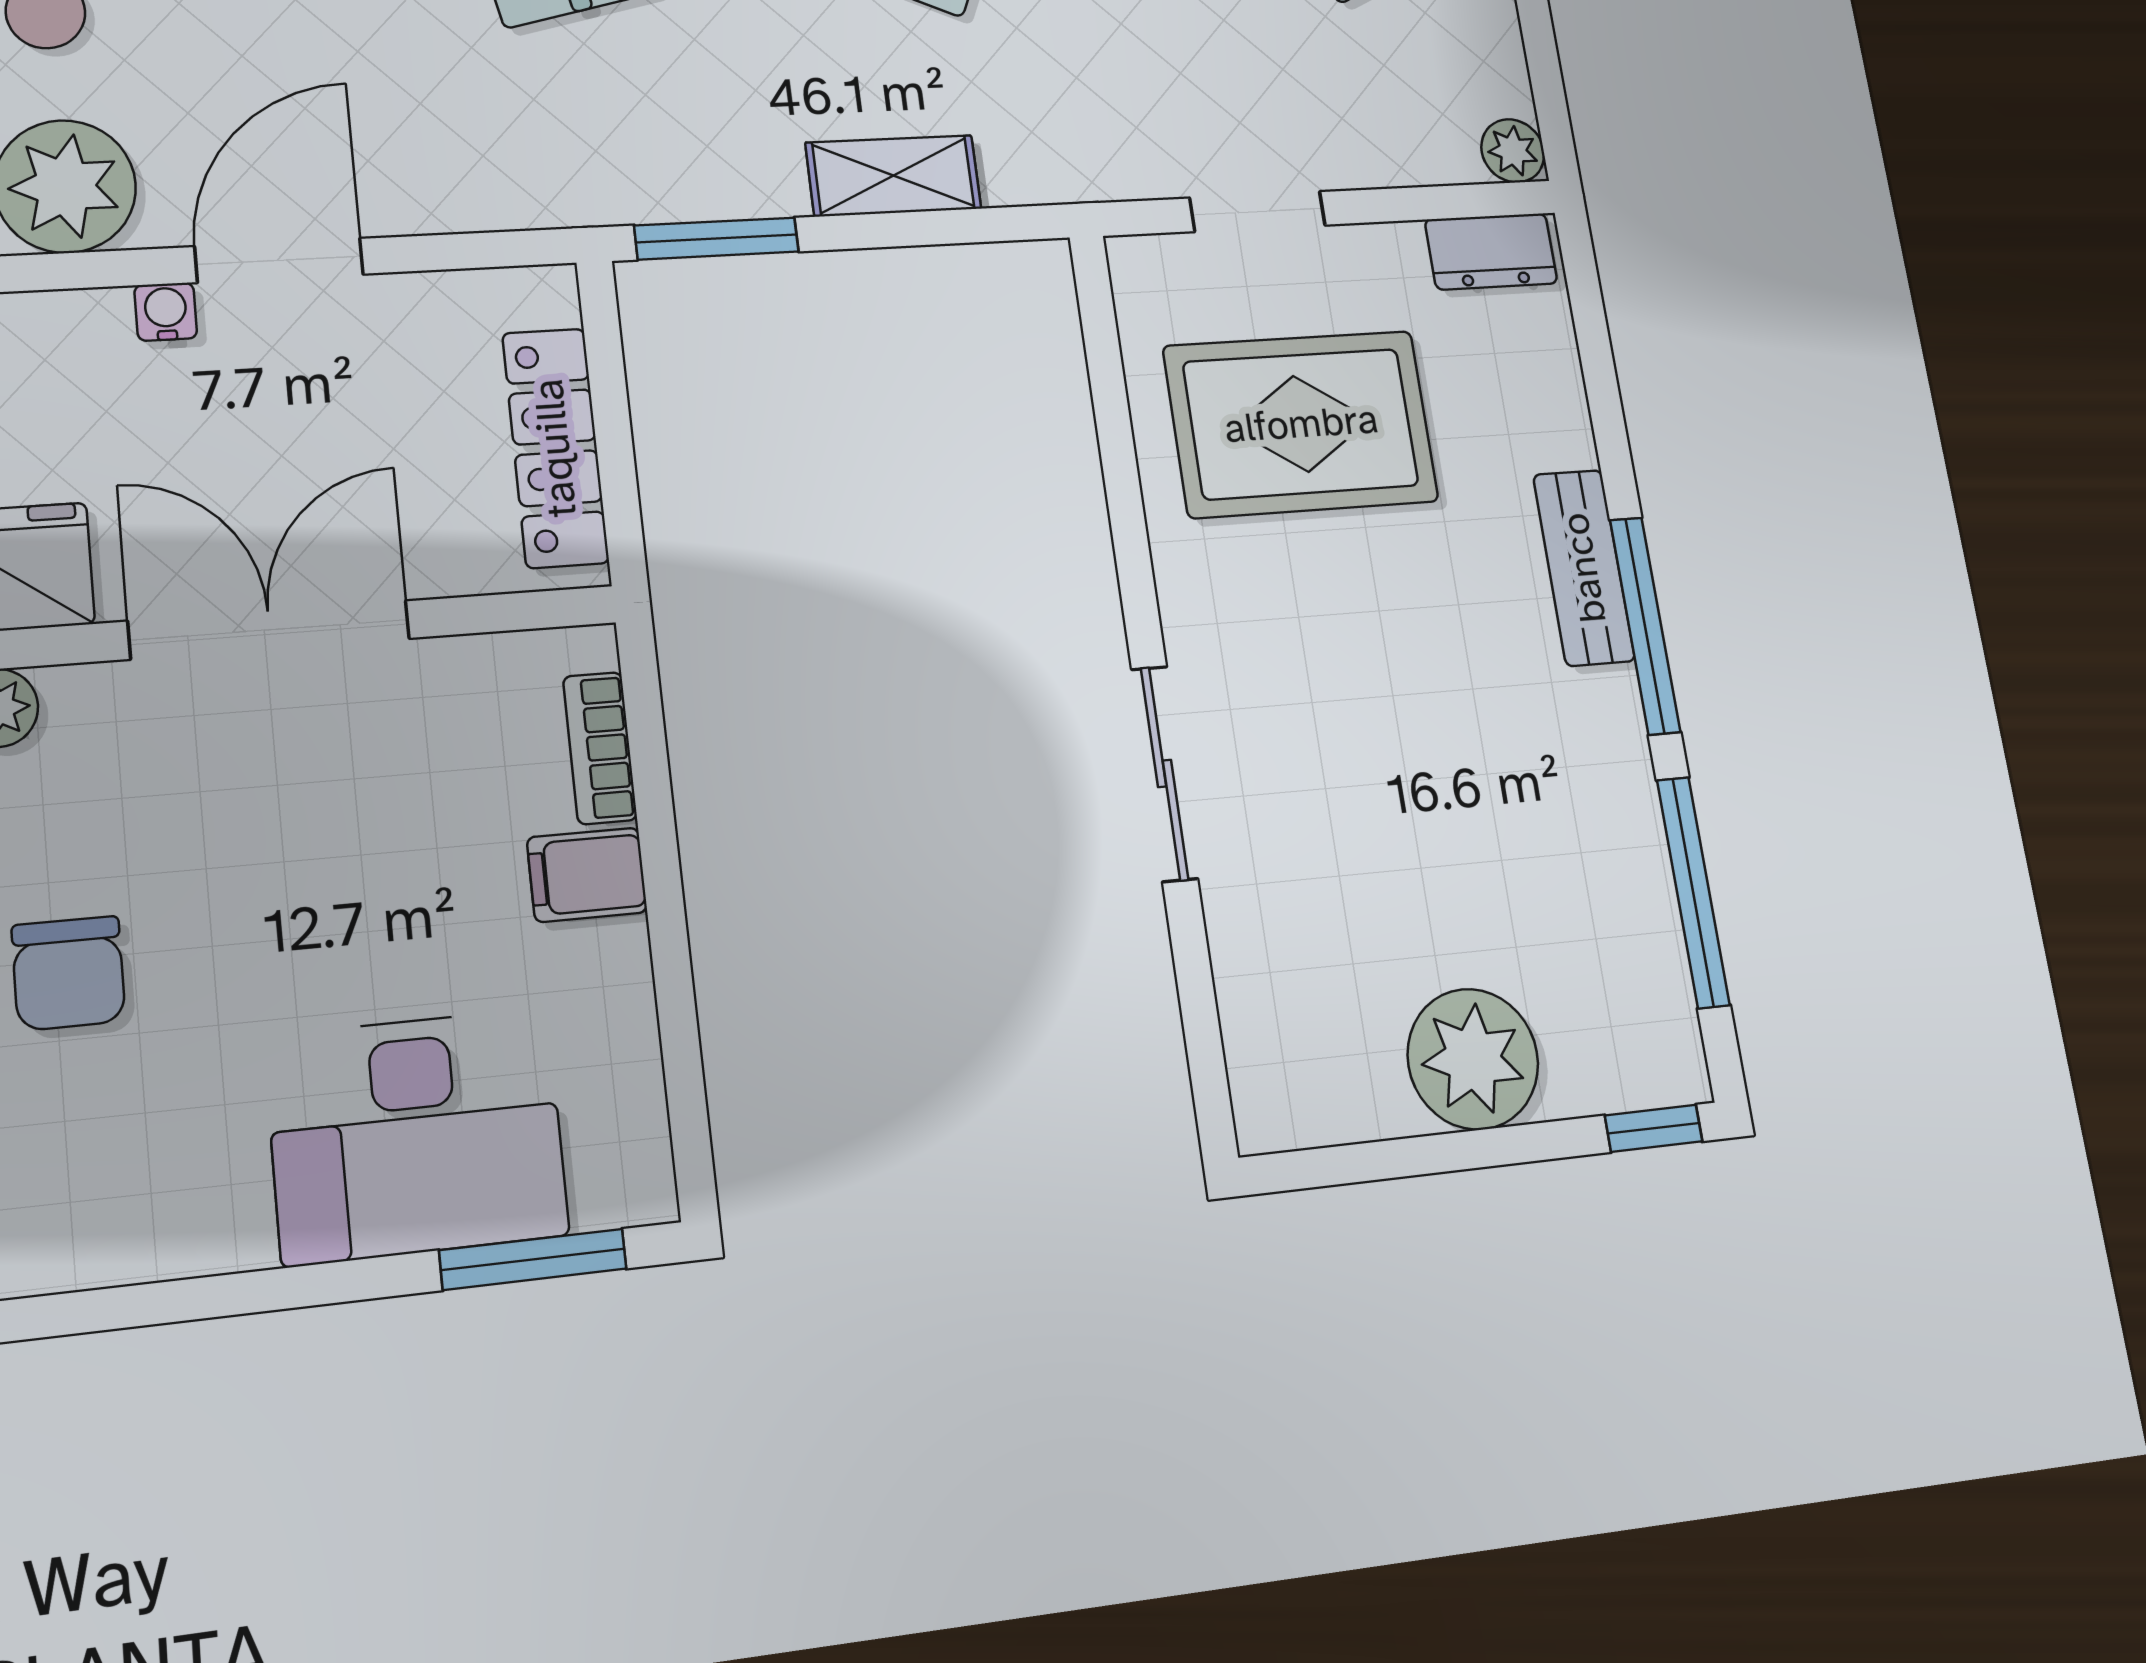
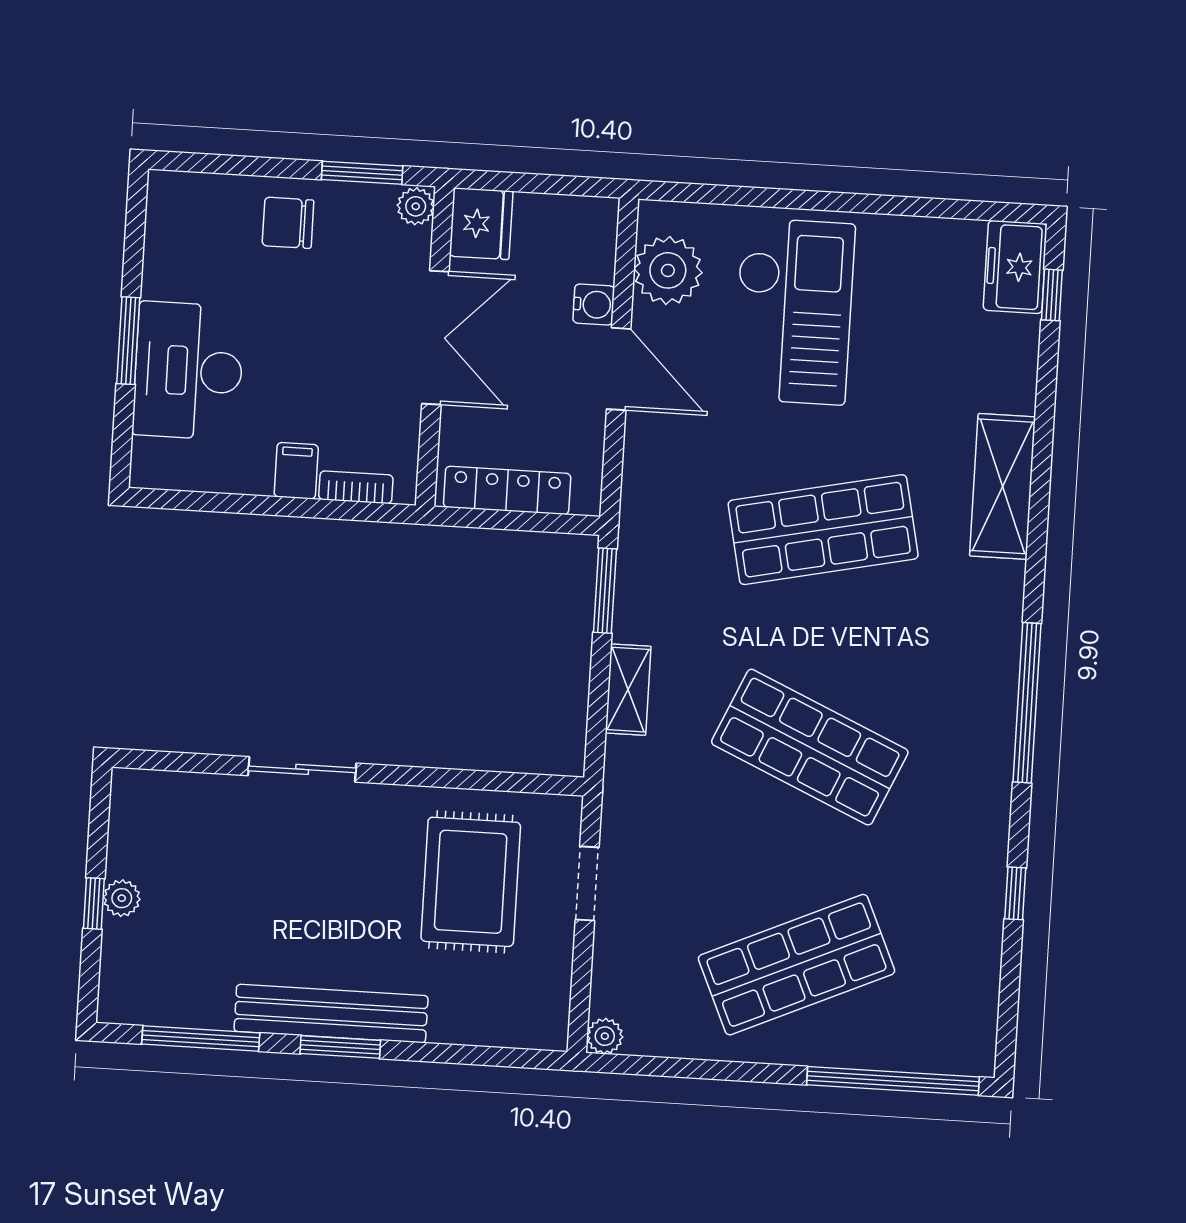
dresser: (1491, 251) -> (551, 1010), removed
water cooler: (166, 312) -> (594, 305), width x1.38, depth x1.38
bench: (1584, 568) -> (331, 1014), width x1.86, depth x1.21
window: (1645, 625) -> (340, 1047), width x0.69
plant: (1473, 1059) -> (122, 898), width x0.53, depth x0.53
window: (1654, 1128) -> (94, 904), moved
window: (533, 1259) -> (128, 341), moved

